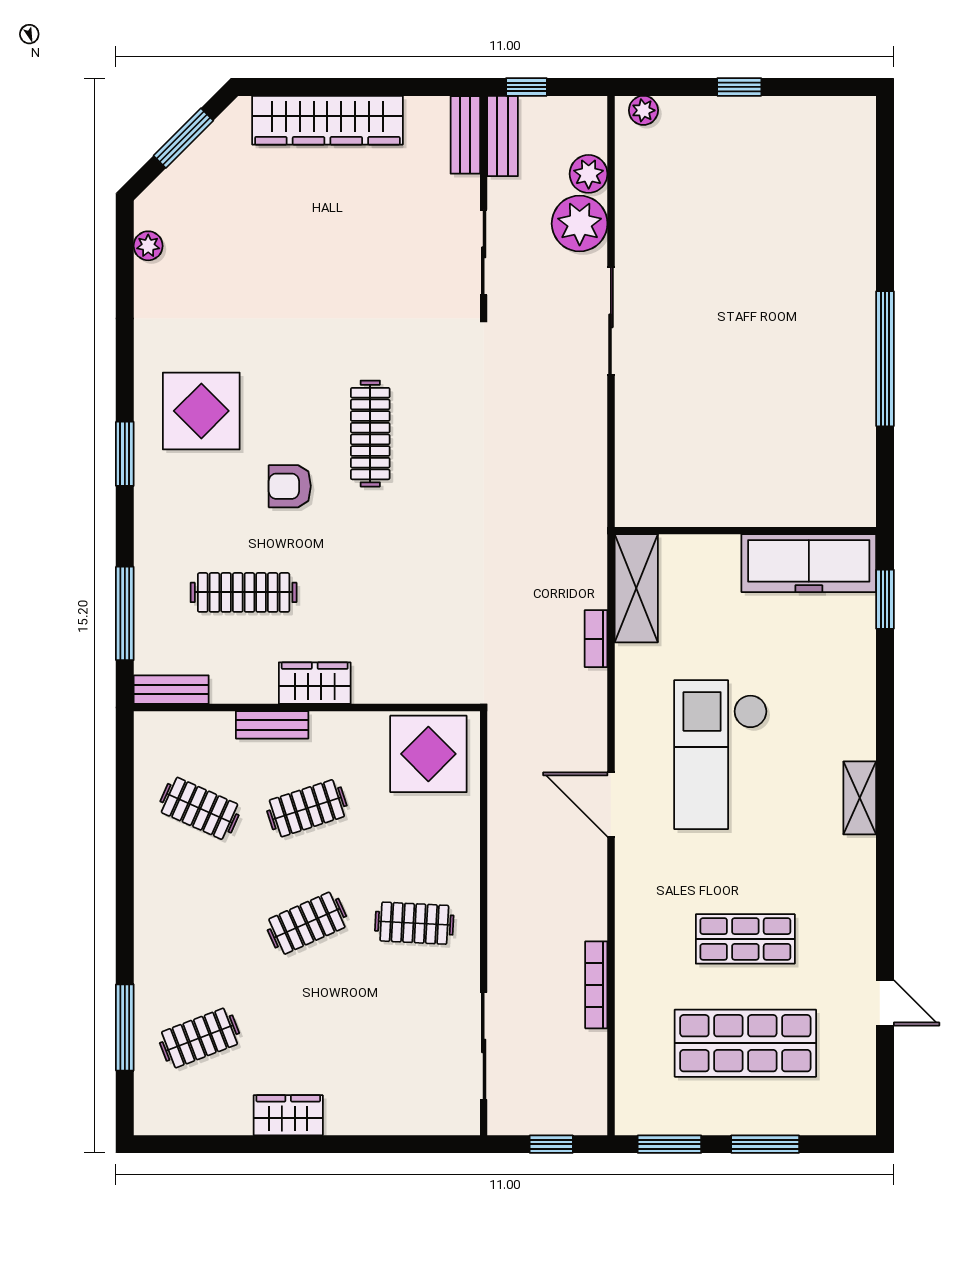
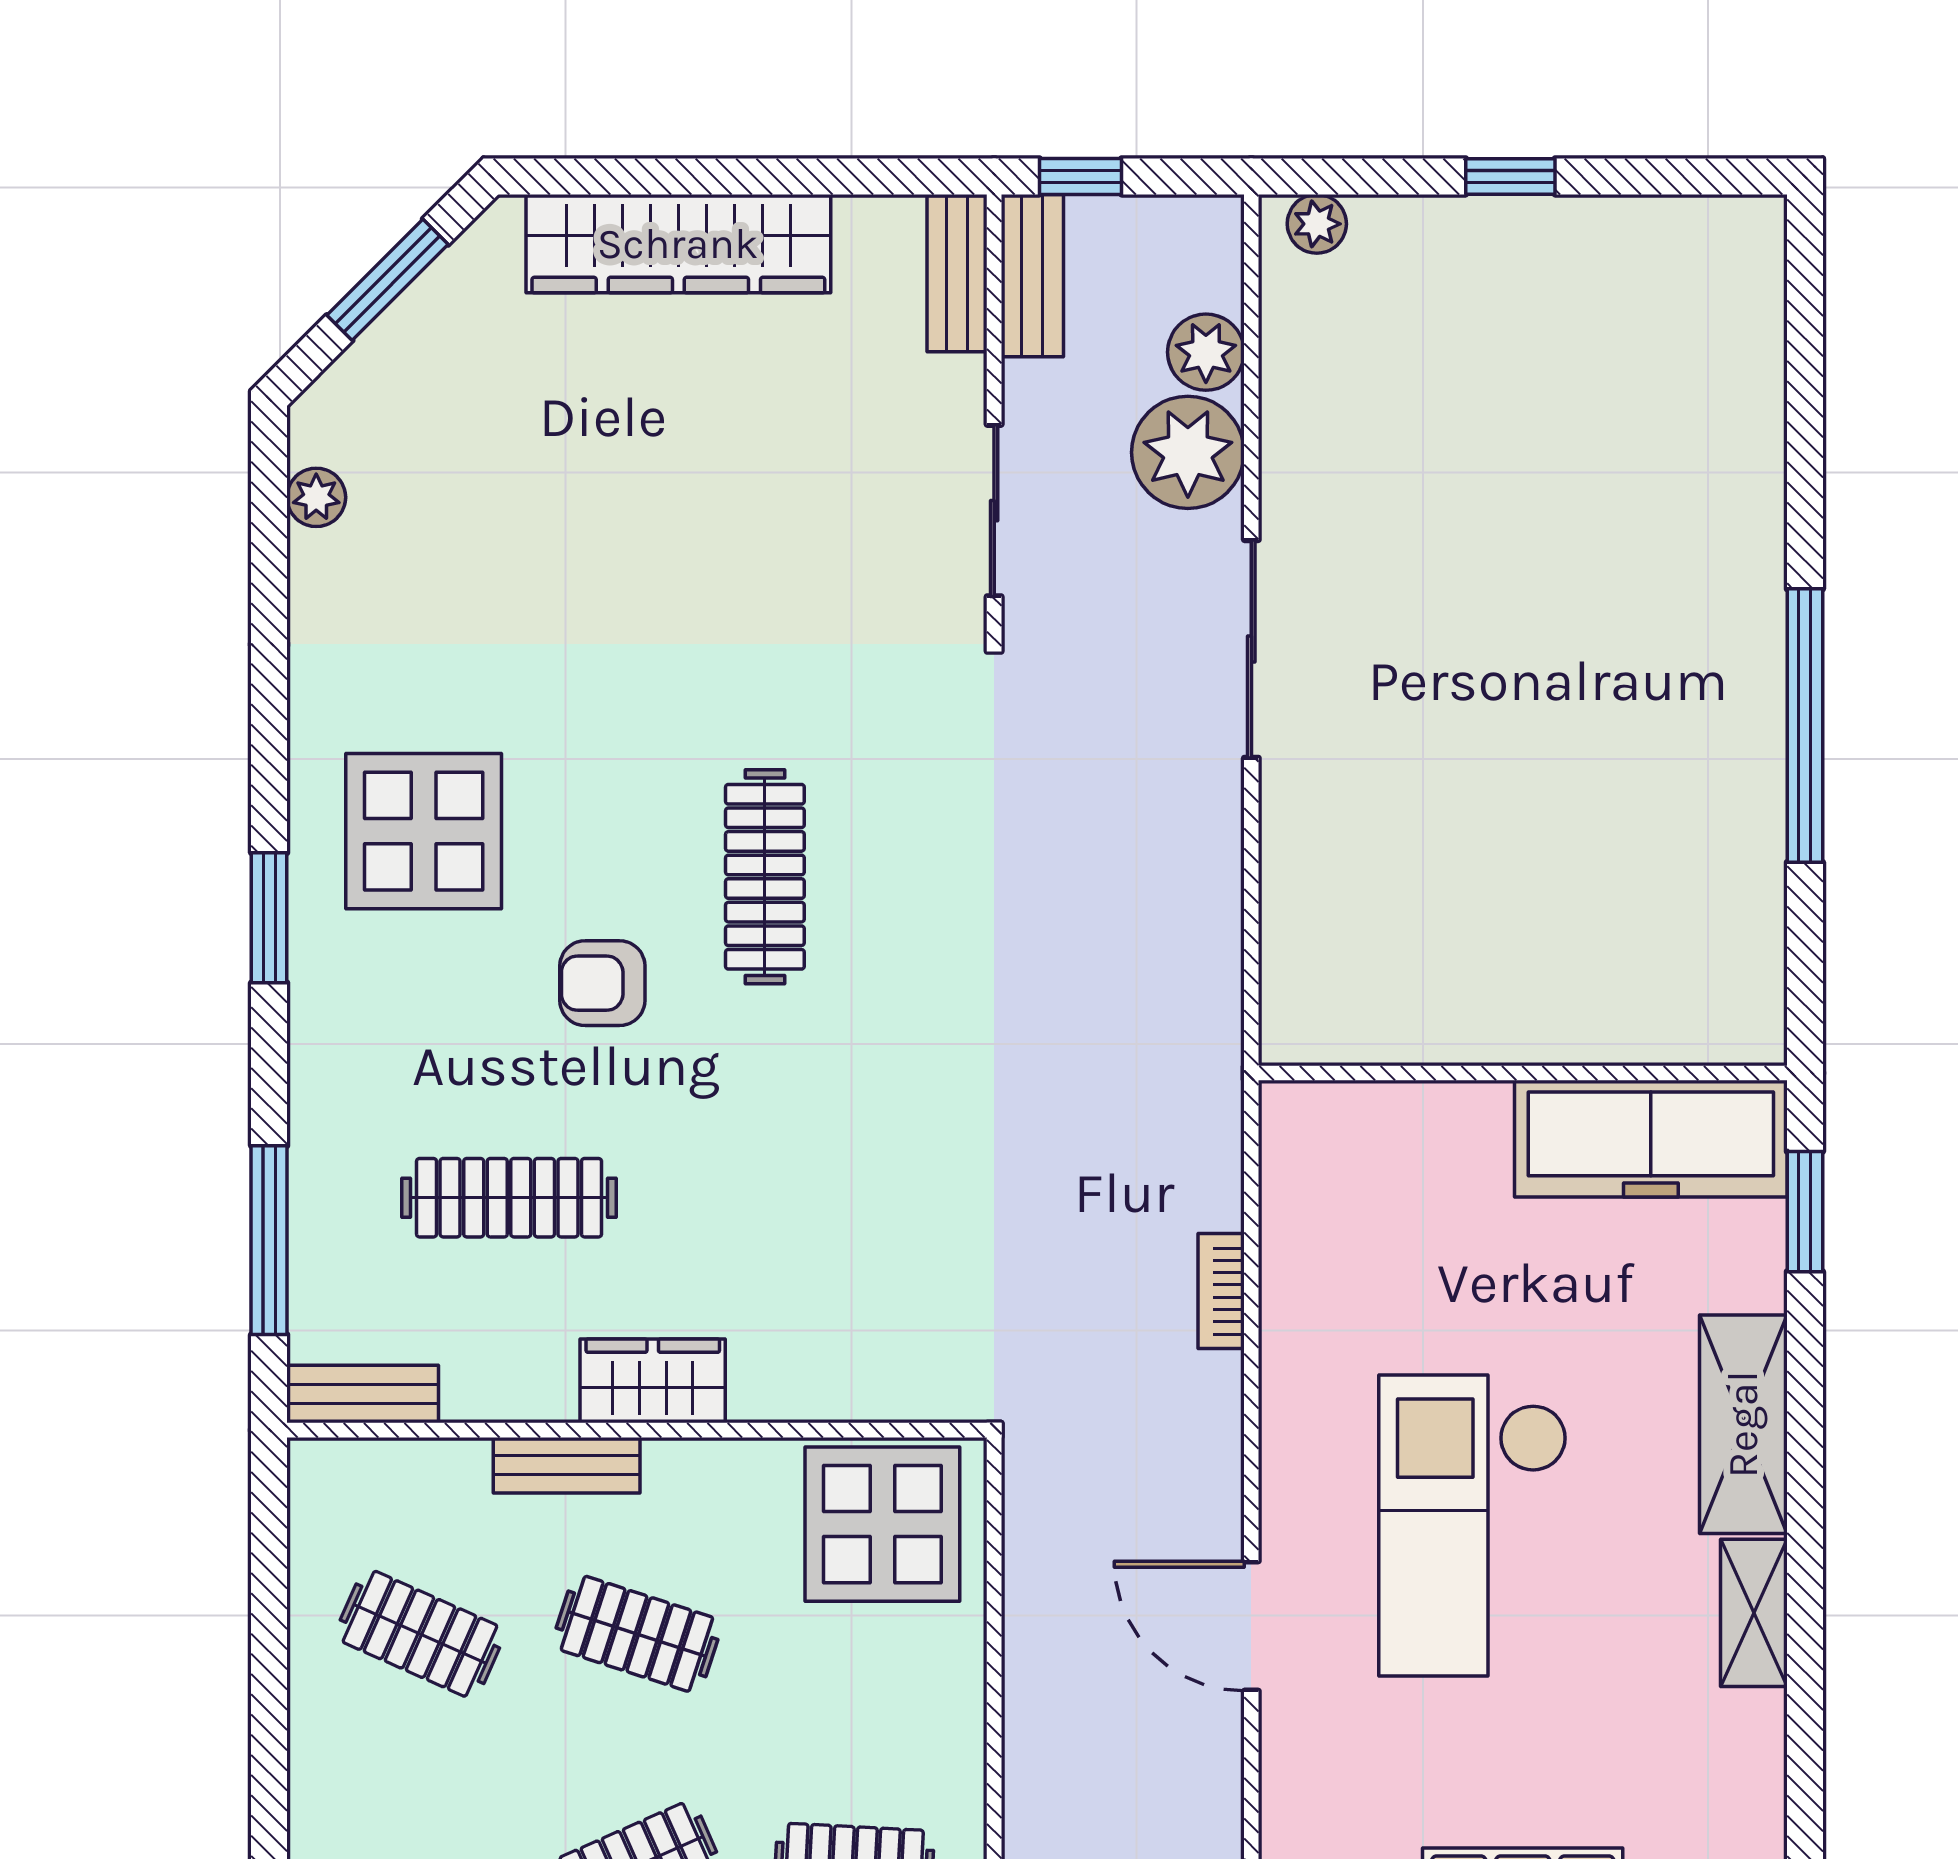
shelving: (636, 588) -> (1743, 1424), moved
clothes rail: (307, 808) -> (637, 1634), turned 36

